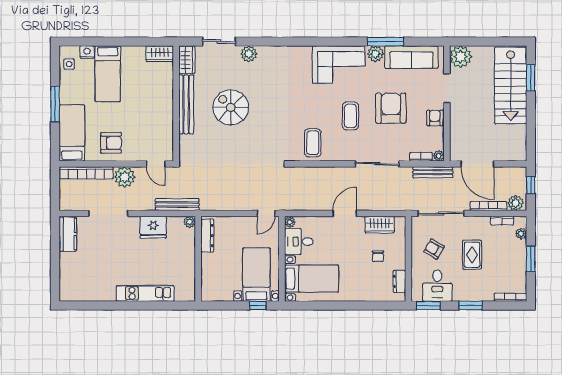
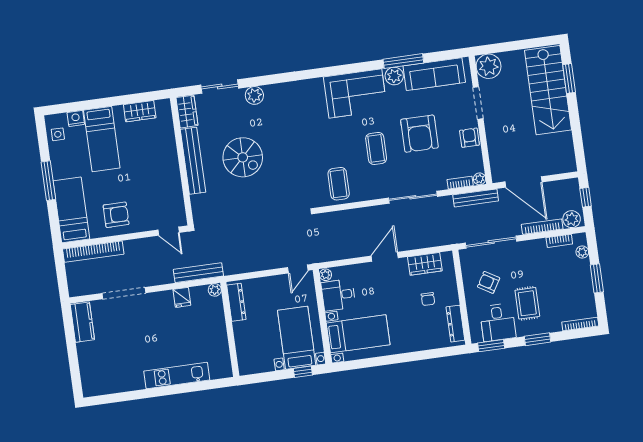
wardrobe: (160, 54) -> (140, 111), moved
spiral stairs: (231, 107) -> (243, 157), turned 180
armchair: (391, 108) -> (419, 134), turned 180
plant: (125, 177) -> (136, 250), removed
fridge: (153, 227) -> (182, 297), width x0.53, depth x0.75
rug: (472, 255) -> (527, 303), moved
dresser: (399, 281) -> (455, 324), width x1.44

